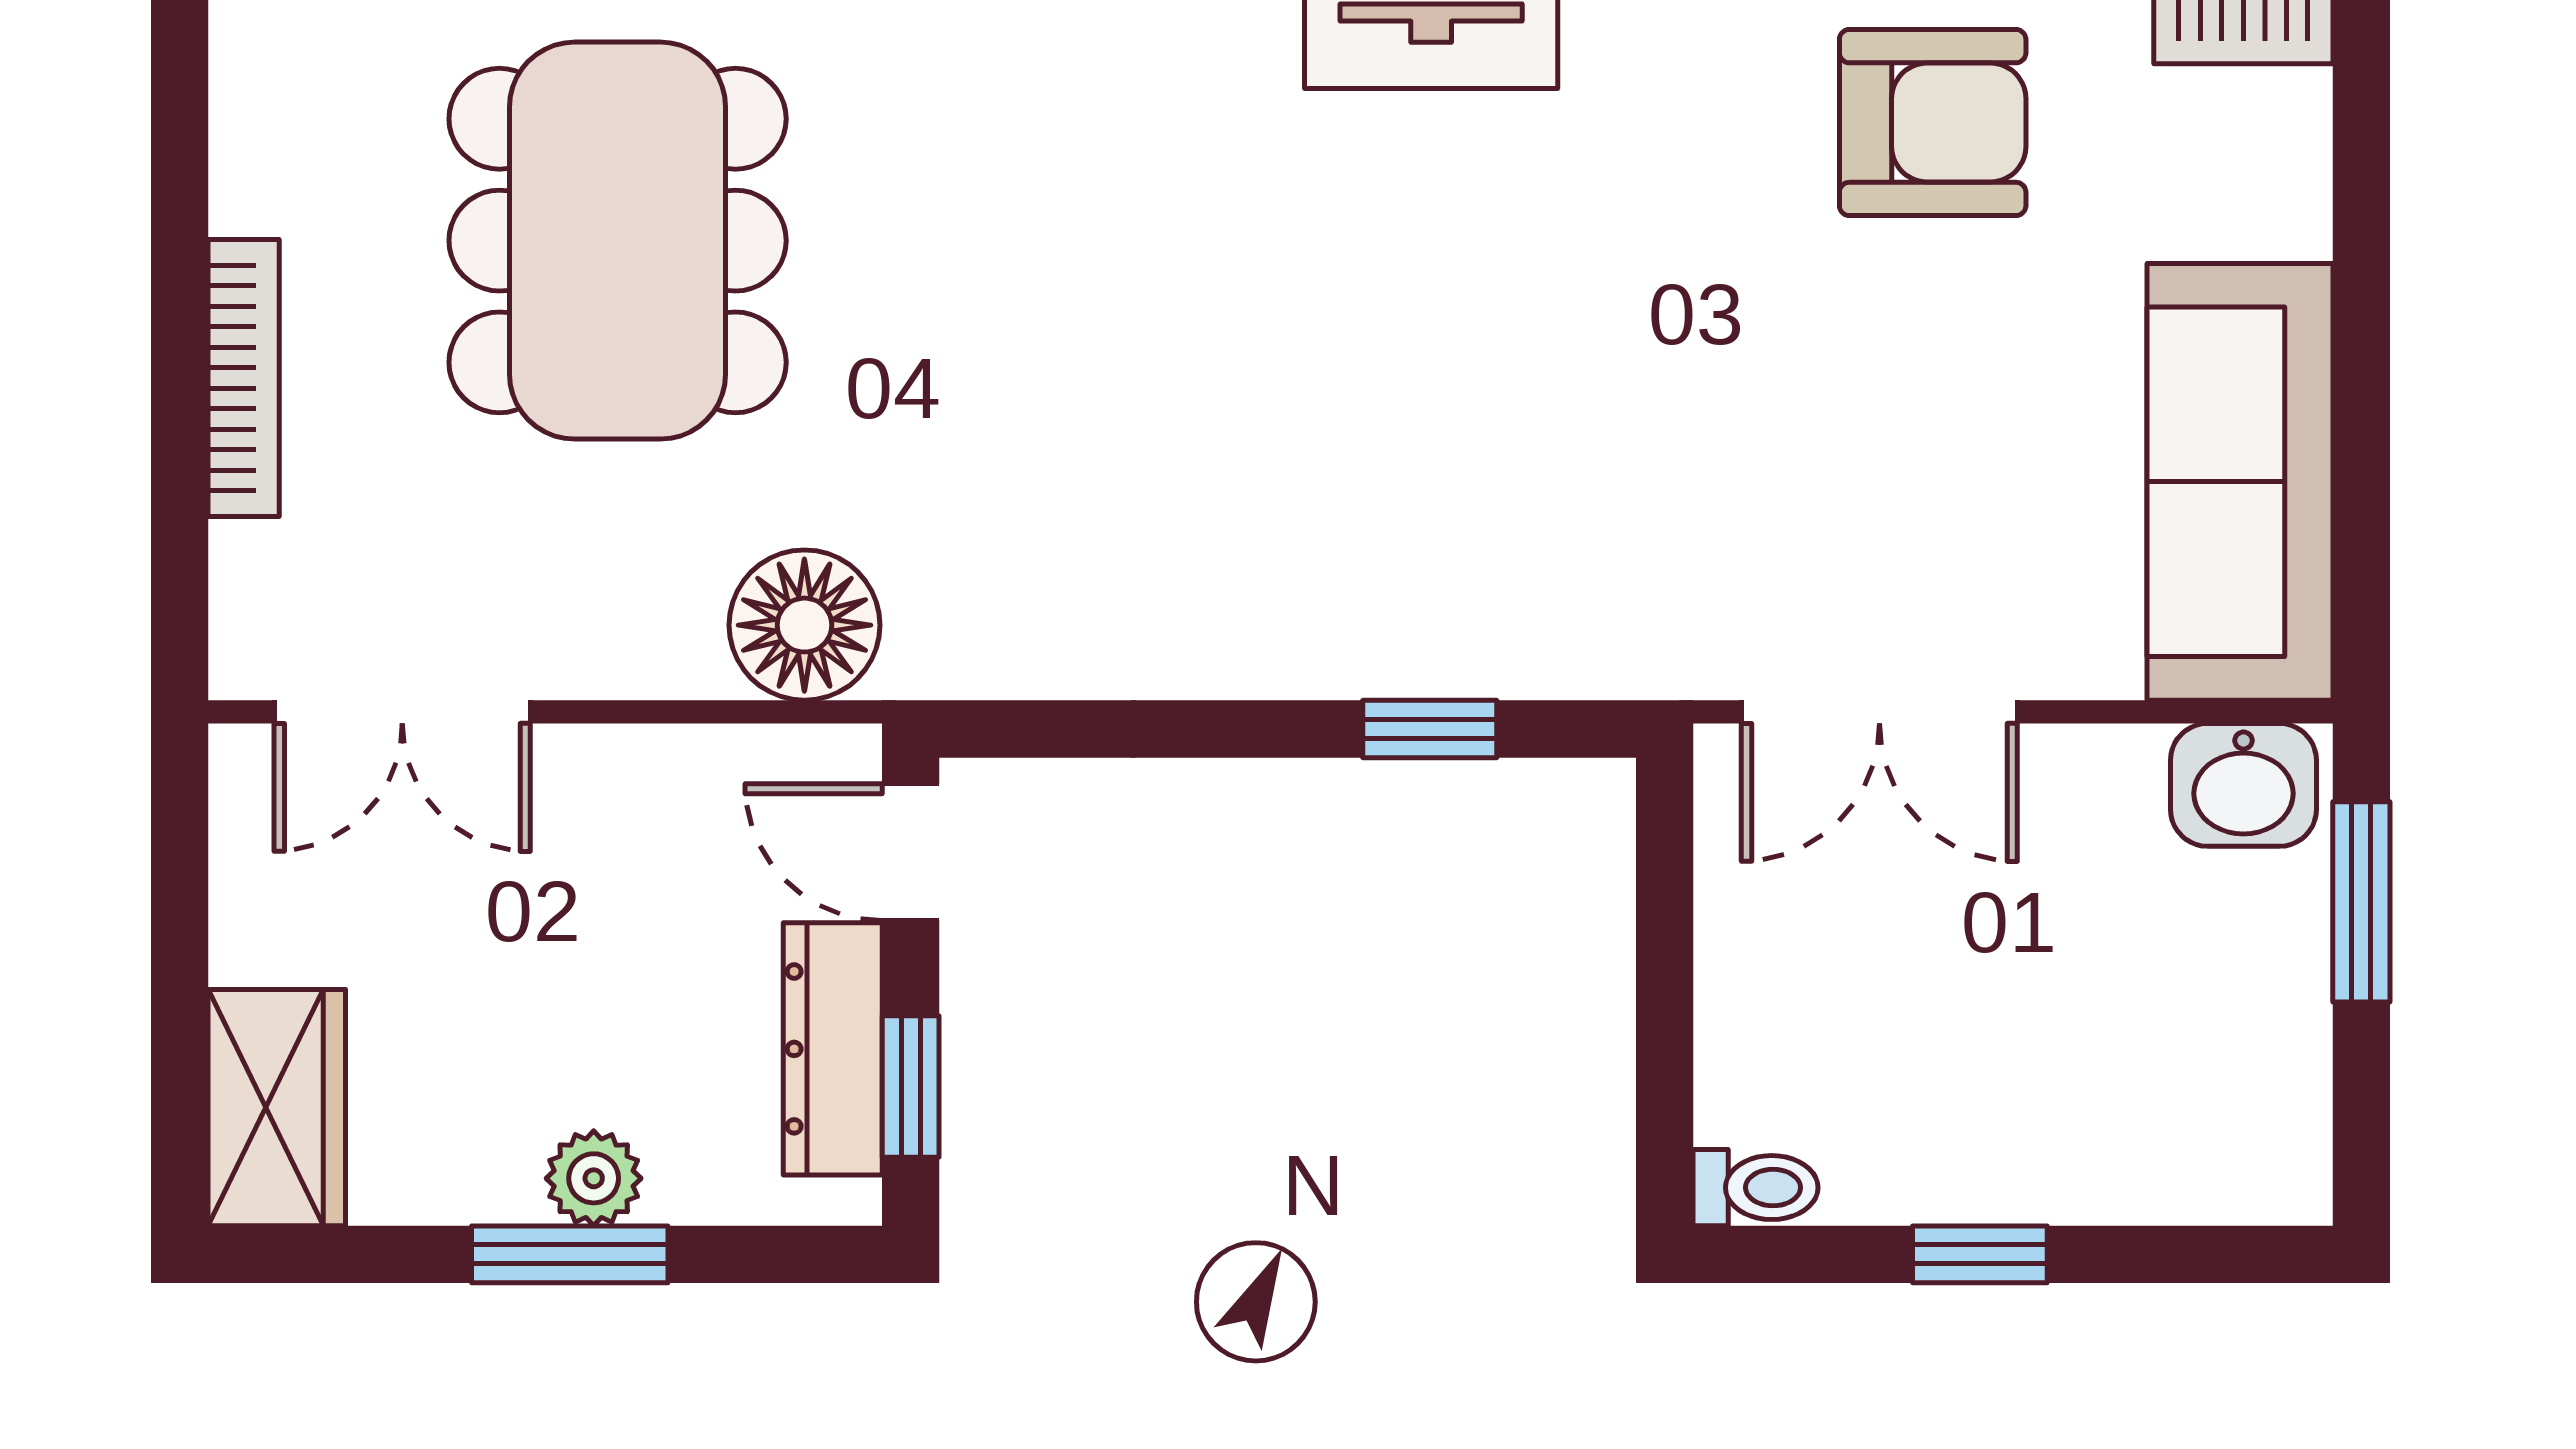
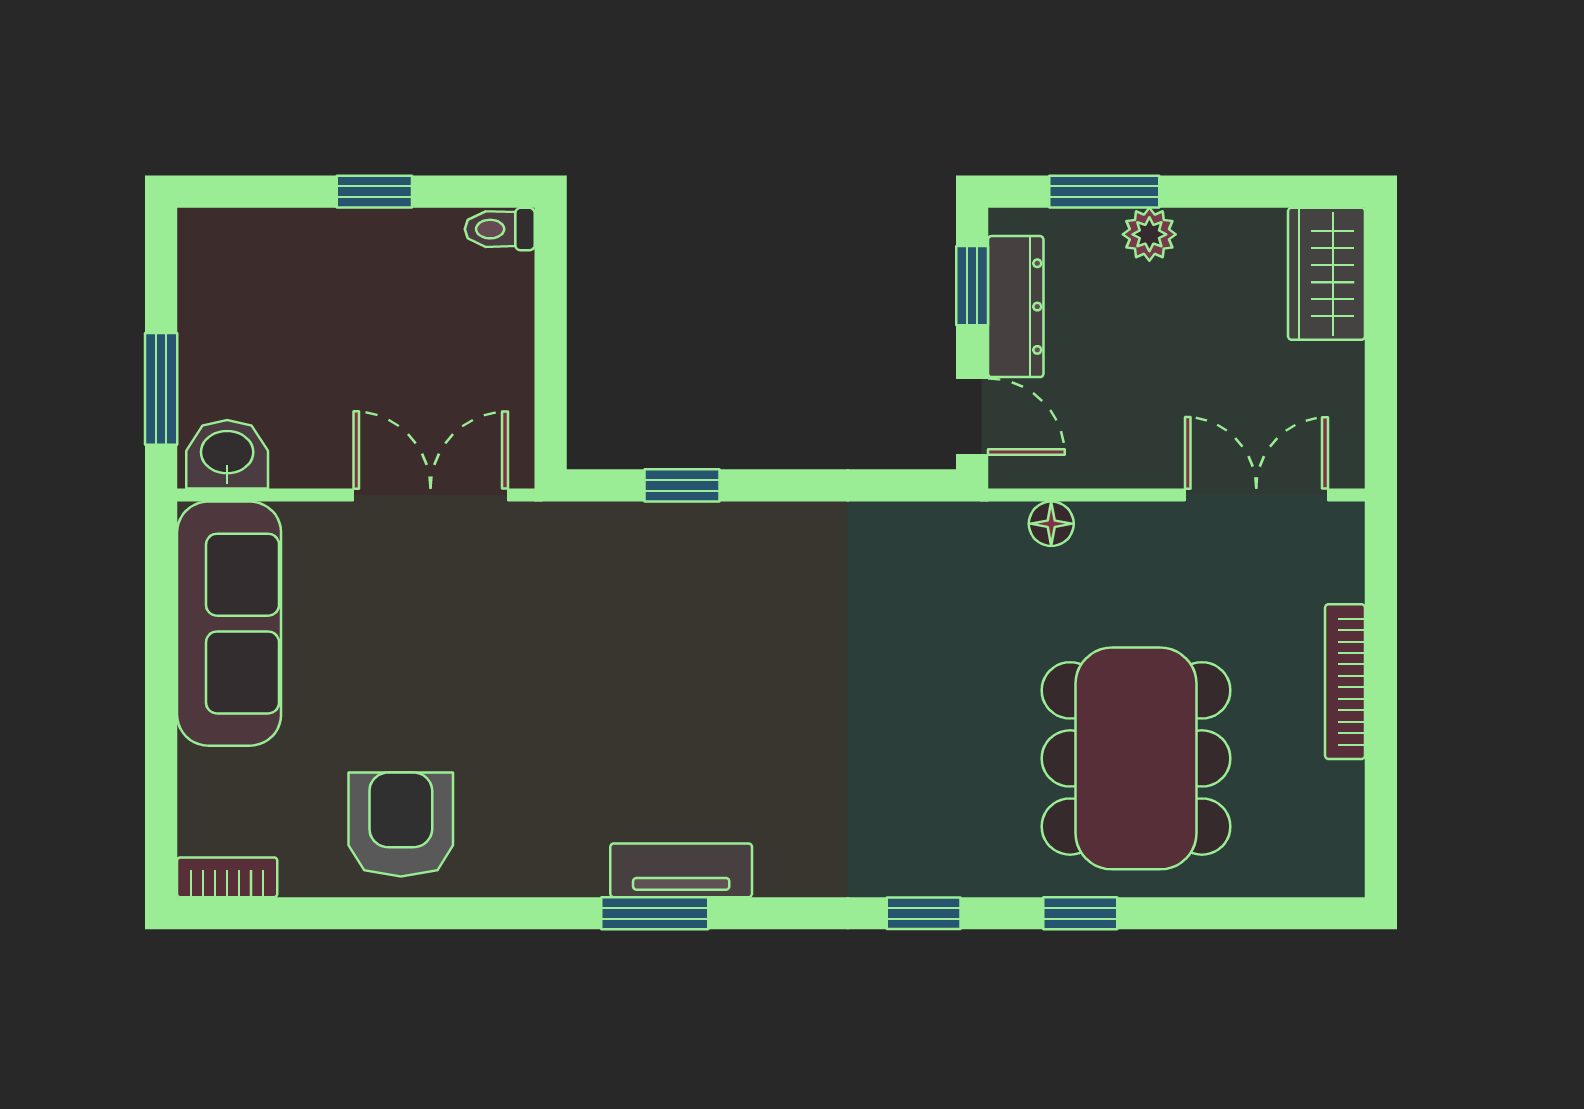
armchair: (1933, 123) -> (401, 824), turned 90
floor lamp: (804, 625) -> (1051, 524), width x0.53, depth x0.53
window: (570, 1254) -> (1104, 192), moved

